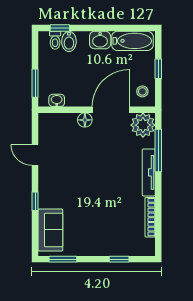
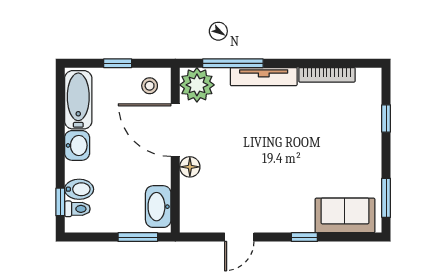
washbasin: (57, 100) -> (158, 207), width x1.91, depth x1.45

